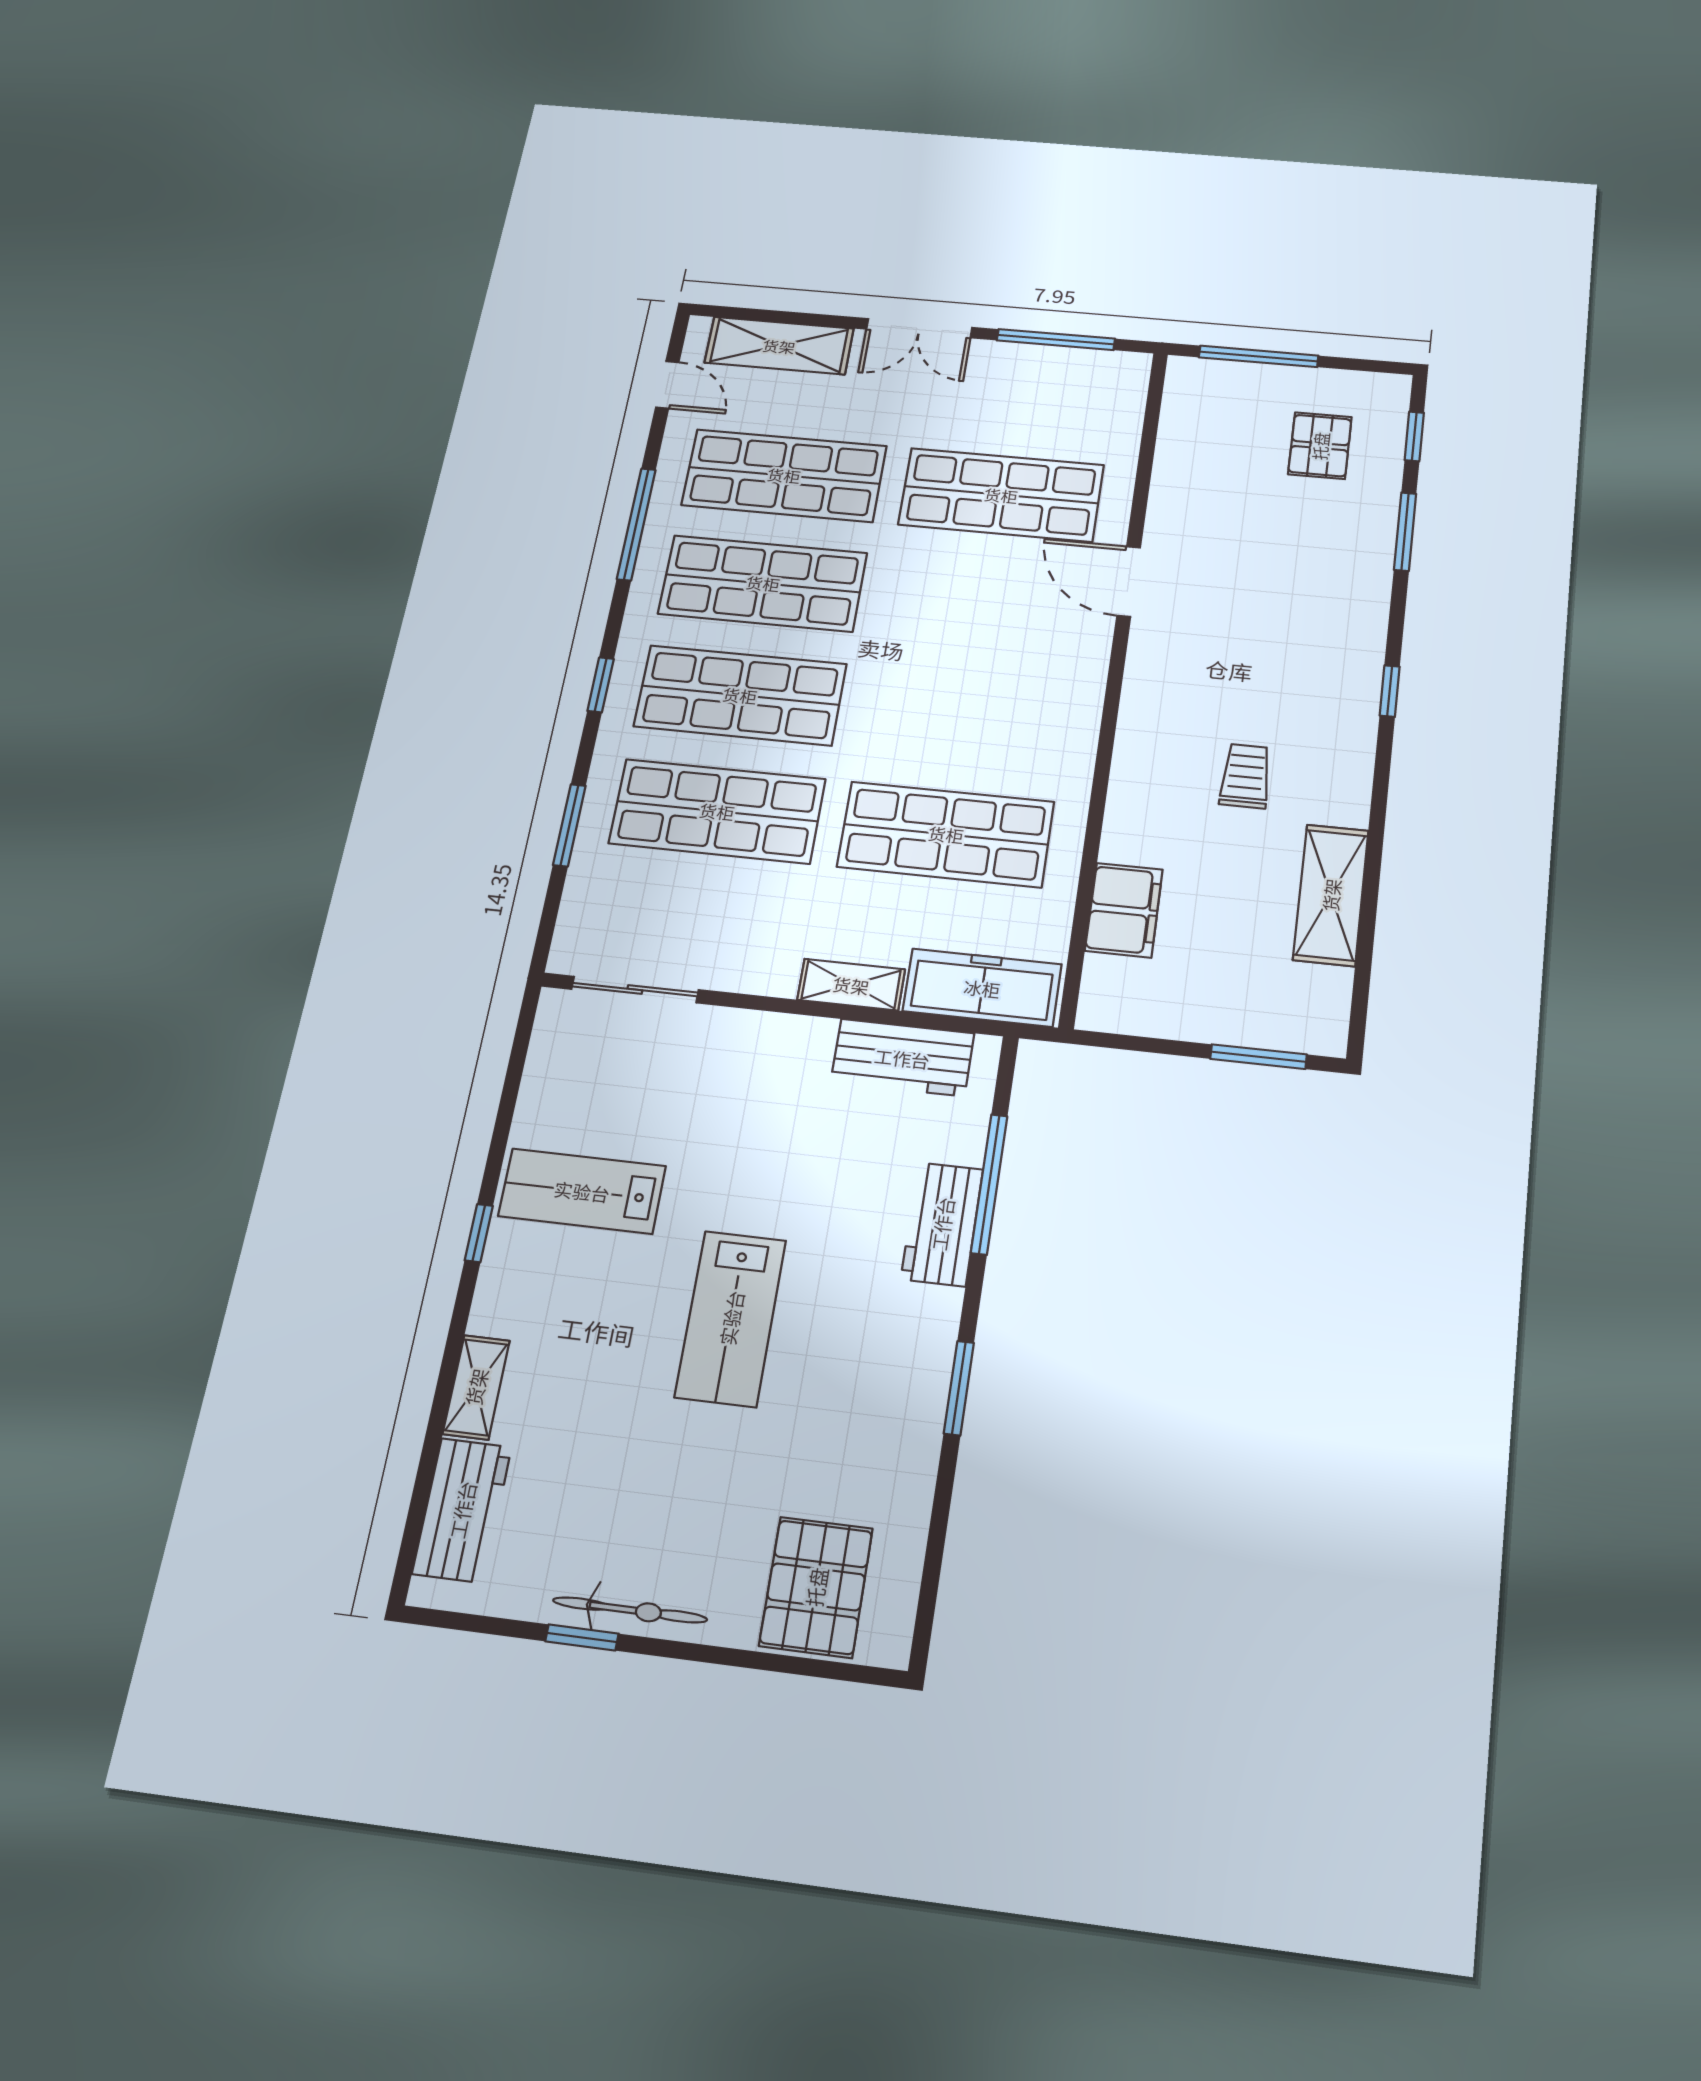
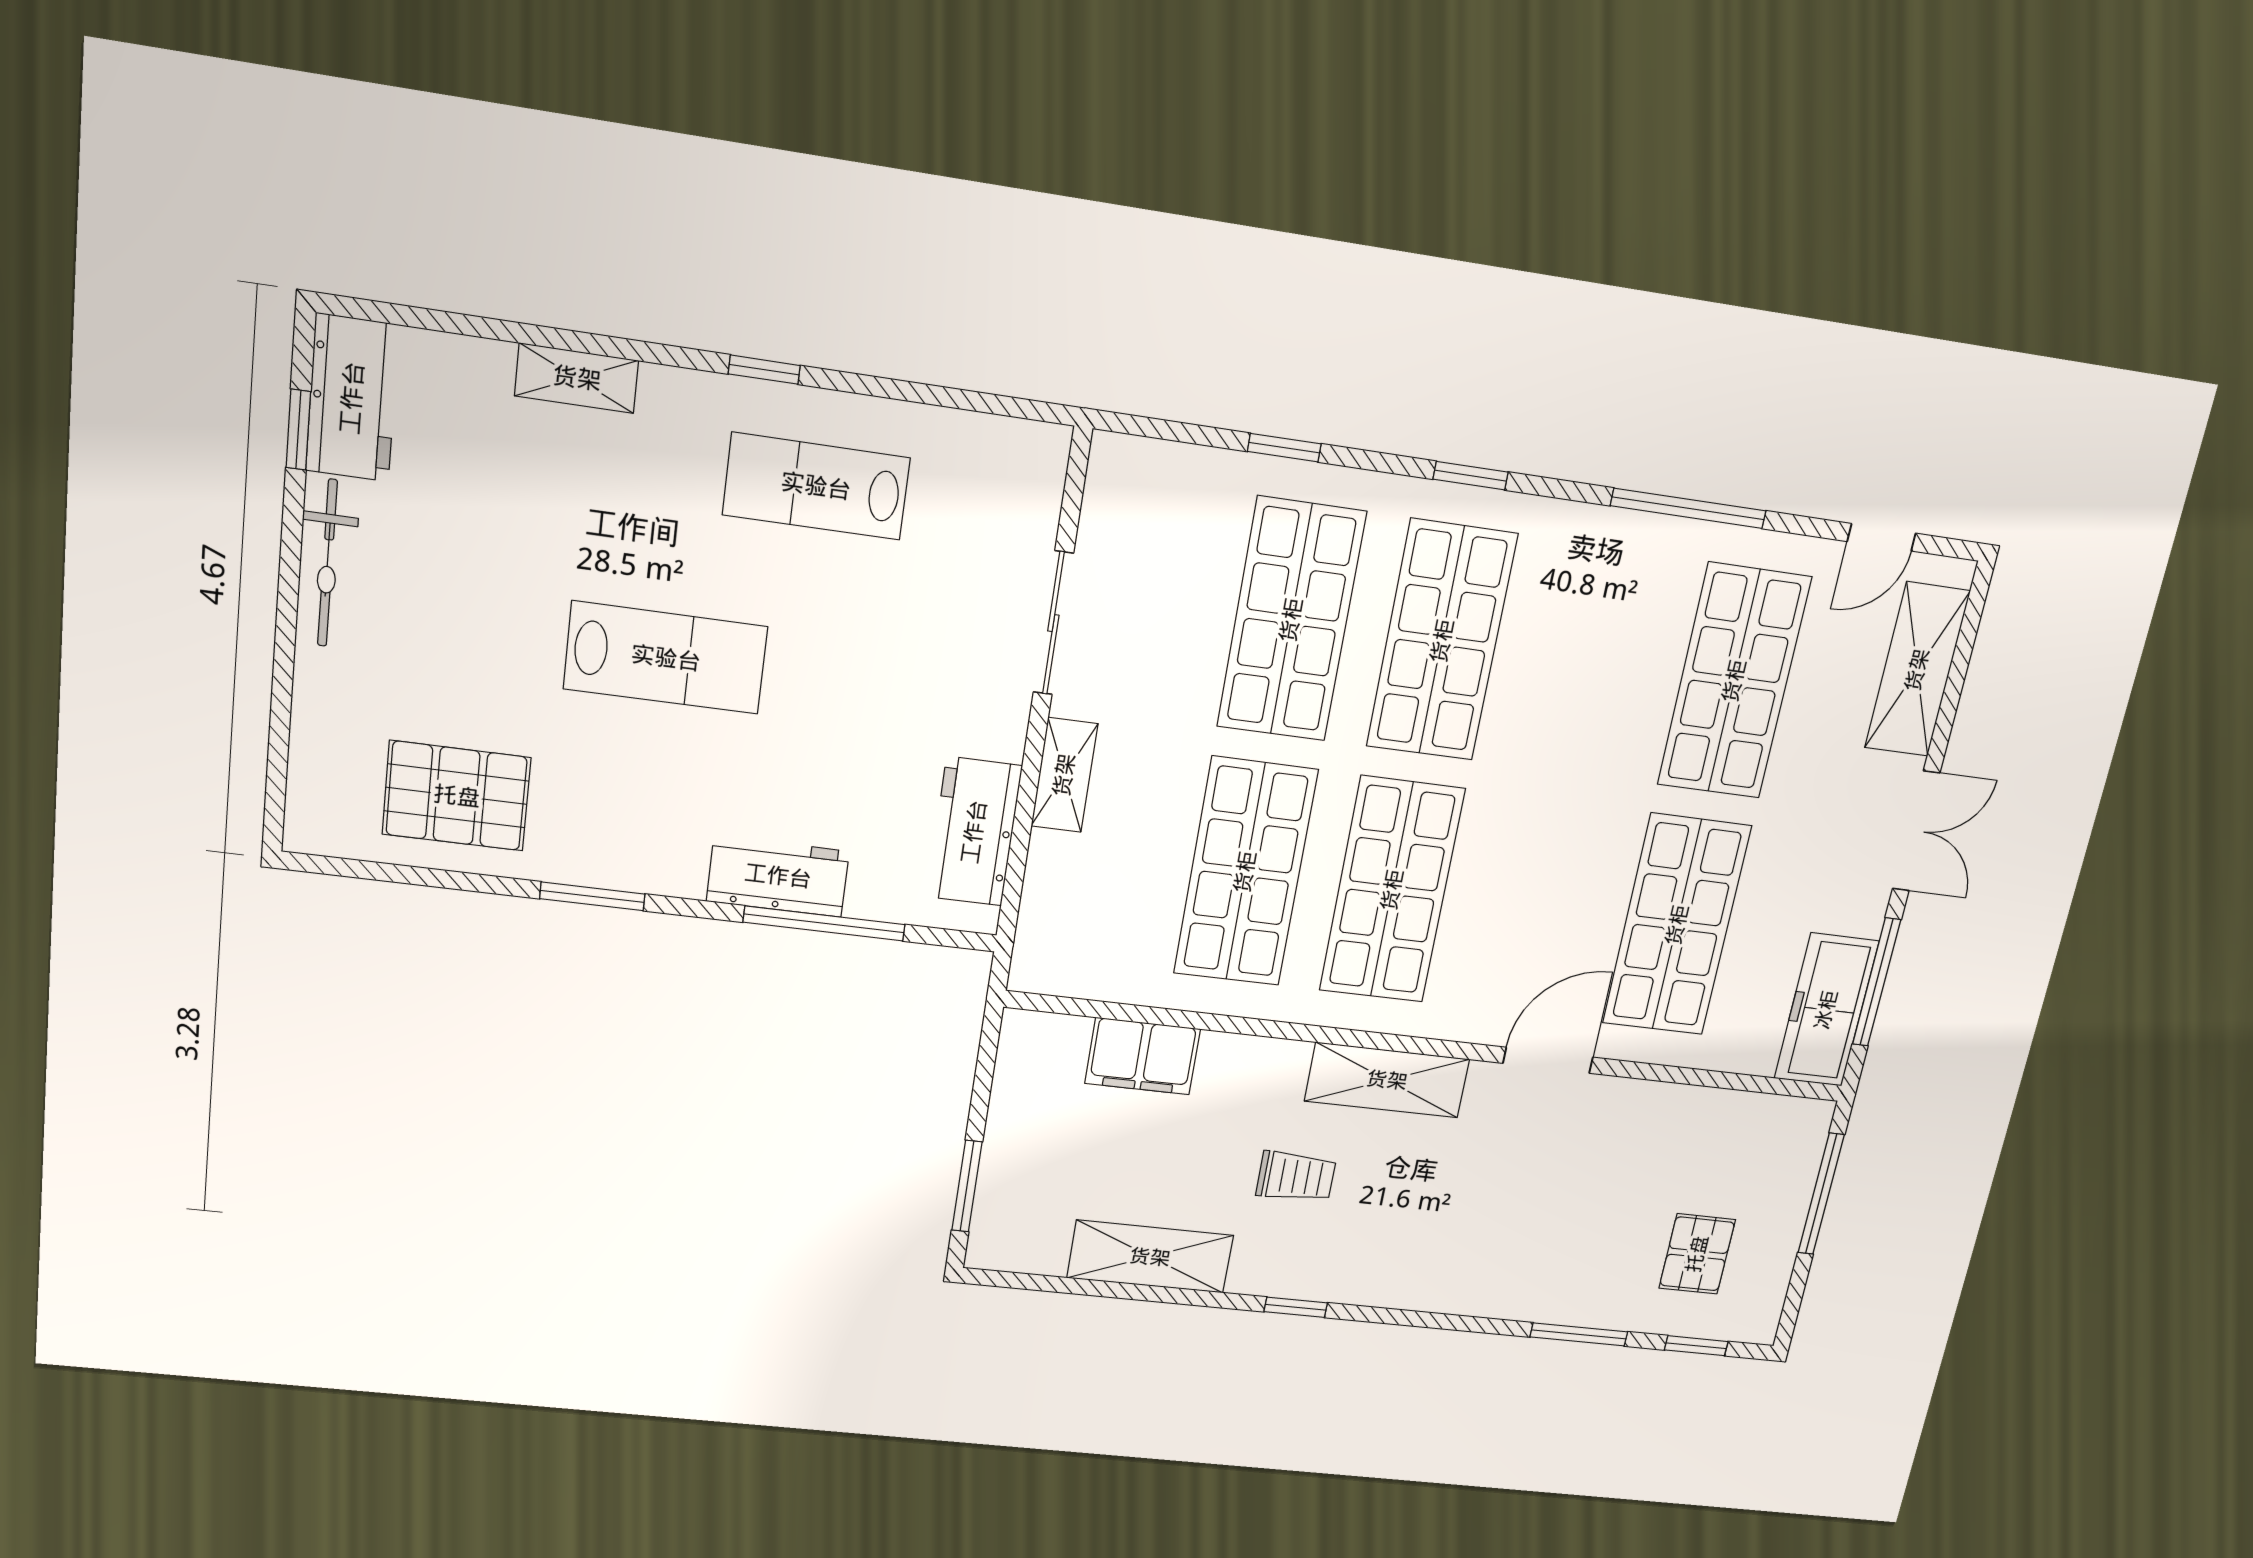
double door: (919, 328) -> (1916, 831), swing flipped
pallet: (1320, 446) -> (1697, 1254), turned 90
shop shelf: (763, 583) -> (1392, 890), moved
window: (1390, 691) -> (1296, 1307), moved
shelving: (1148, 708) -> (1387, 1080), added
window: (569, 825) -> (1284, 448), width x0.67
freezer: (982, 988) -> (1826, 1010), moved, turned 180
sliding door: (635, 990) -> (1053, 623), moved
lab bench: (582, 1191) -> (816, 486), turned -90
lab bench: (731, 1318) -> (666, 658), turned 180
workbench: (462, 1510) -> (352, 398), moved, turned -90
pallet: (816, 1587) -> (457, 796), moved
window: (582, 1637) -> (298, 430), moved

